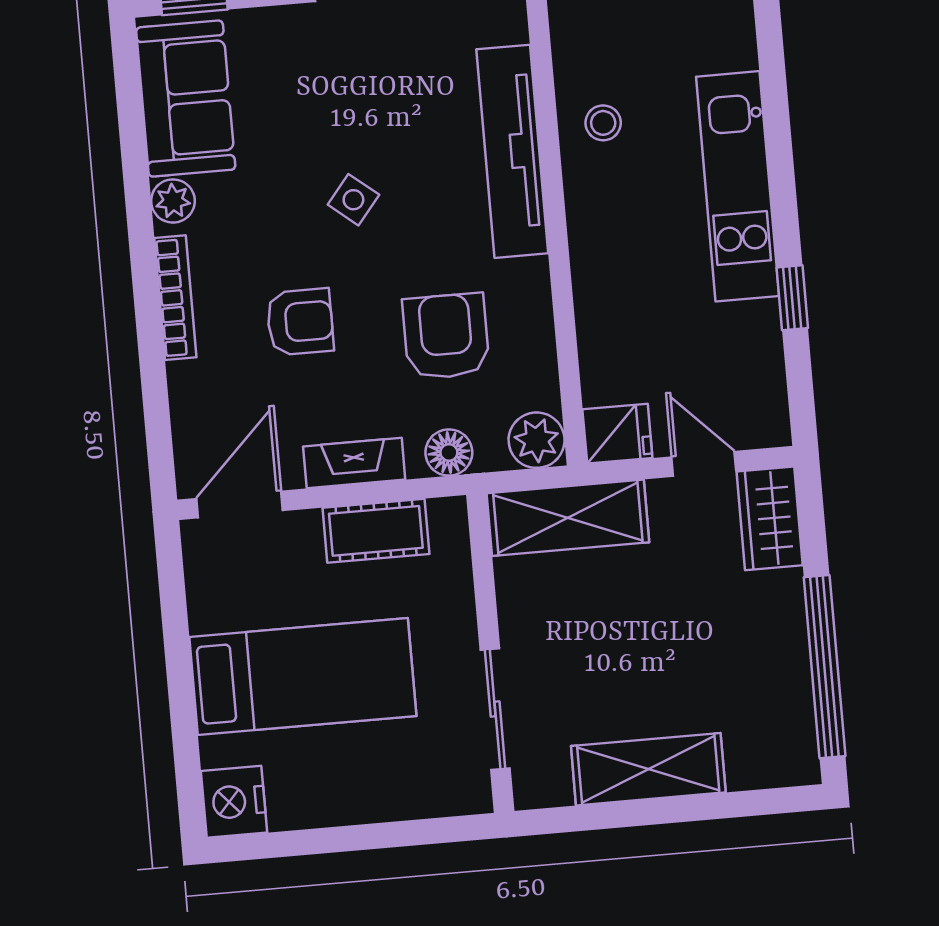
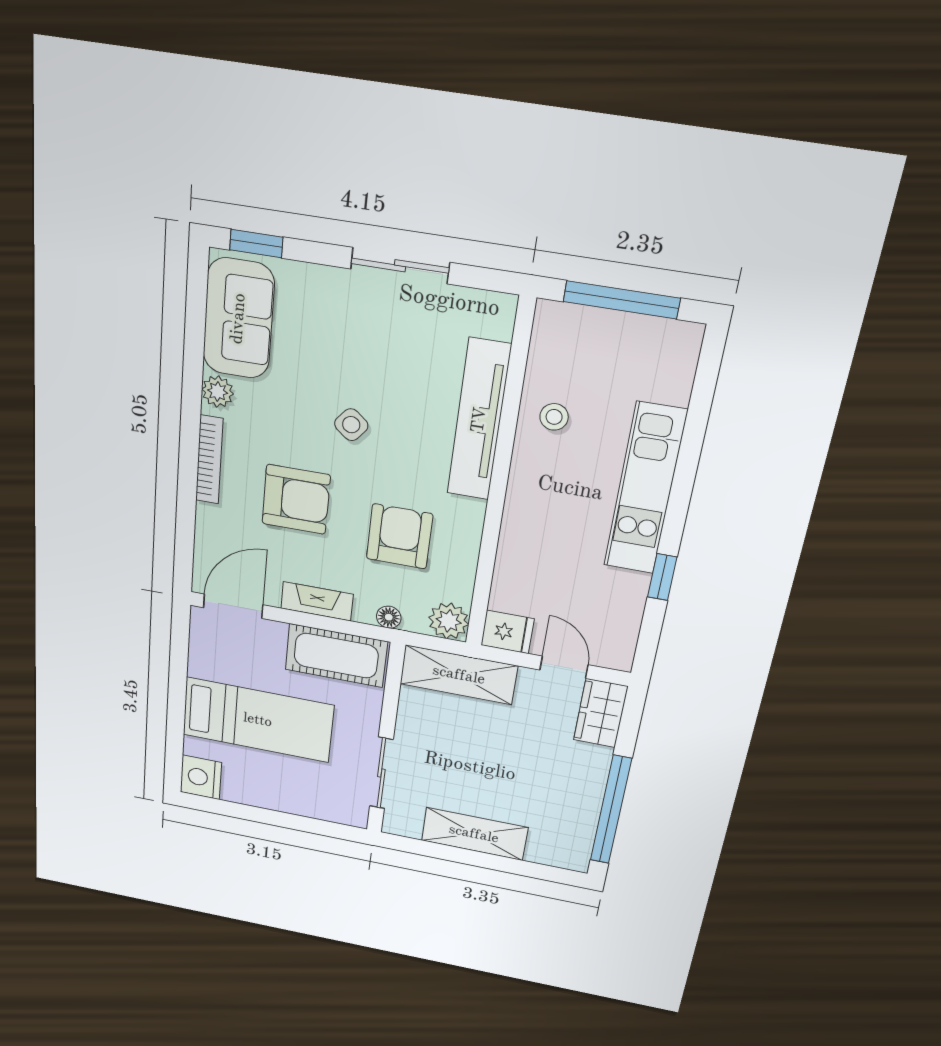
armchair: (300, 322) -> (296, 499), width x1.38, depth x1.38
floor lamp: (449, 453) -> (389, 617), width x0.73, depth x0.73
cot: (376, 531) -> (336, 656), width x1.37, depth x1.34

